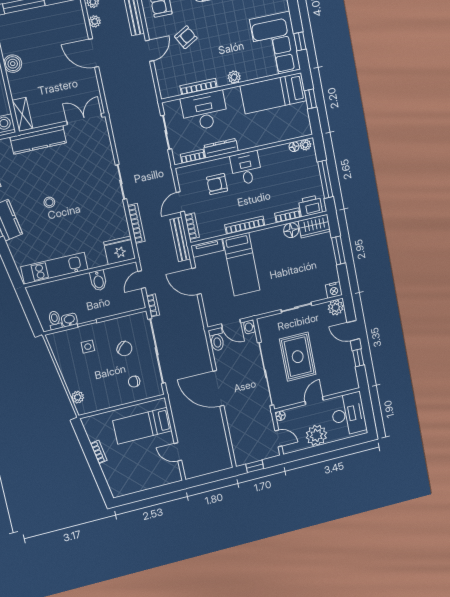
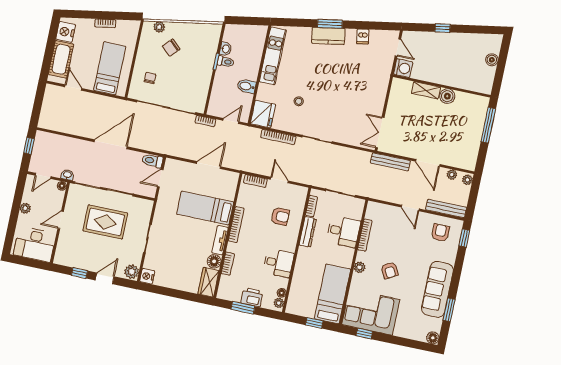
armchair: (186, 37) -> (390, 270), moved
door: (94, 53) -> (428, 163), swing flipped
desk: (205, 111) -> (343, 231), width x0.73
shelving: (22, 114) -> (426, 90), moved
double door: (84, 119) -> (380, 133), swing flipped
kitchen counter: (38, 140) -> (380, 89), removed
desk: (246, 168) -> (278, 263), moved
window: (325, 179) -> (243, 308), width x0.69
armchair: (217, 184) -> (280, 216), turned 90
stool: (49, 202) -> (299, 101), moved
printer: (310, 206) -> (252, 297), moved, turned -90
bench: (180, 239) -> (390, 162), moved
tv unit: (207, 248) -> (220, 240), moved
window: (338, 250) -> (179, 294), removed
door: (142, 280) -> (231, 121), hinge flipped
toilet: (55, 320) -> (226, 62), moved
washbasin: (250, 327) -> (67, 175), moved
side table: (88, 347) -> (197, 54), removed
chair: (125, 349) -> (171, 48), moved
door: (314, 401) -> (61, 220), swing flipped
plant: (316, 435) -> (25, 208), width x0.53, depth x0.53
door: (178, 452) -> (73, 88), hinge flipped
cot: (155, 477) -> (61, 59), added
nightstand: (125, 486) -> (66, 32), added

